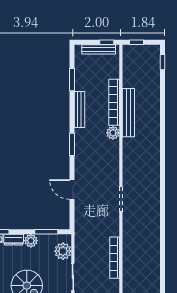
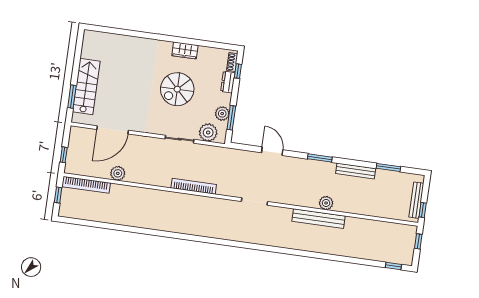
bookcase: (114, 102) -> (358, 209), removed
bench: (128, 113) -> (319, 219), moved
door: (72, 189) -> (272, 151), hinge flipped
plant: (31, 241) -> (222, 114), moved

